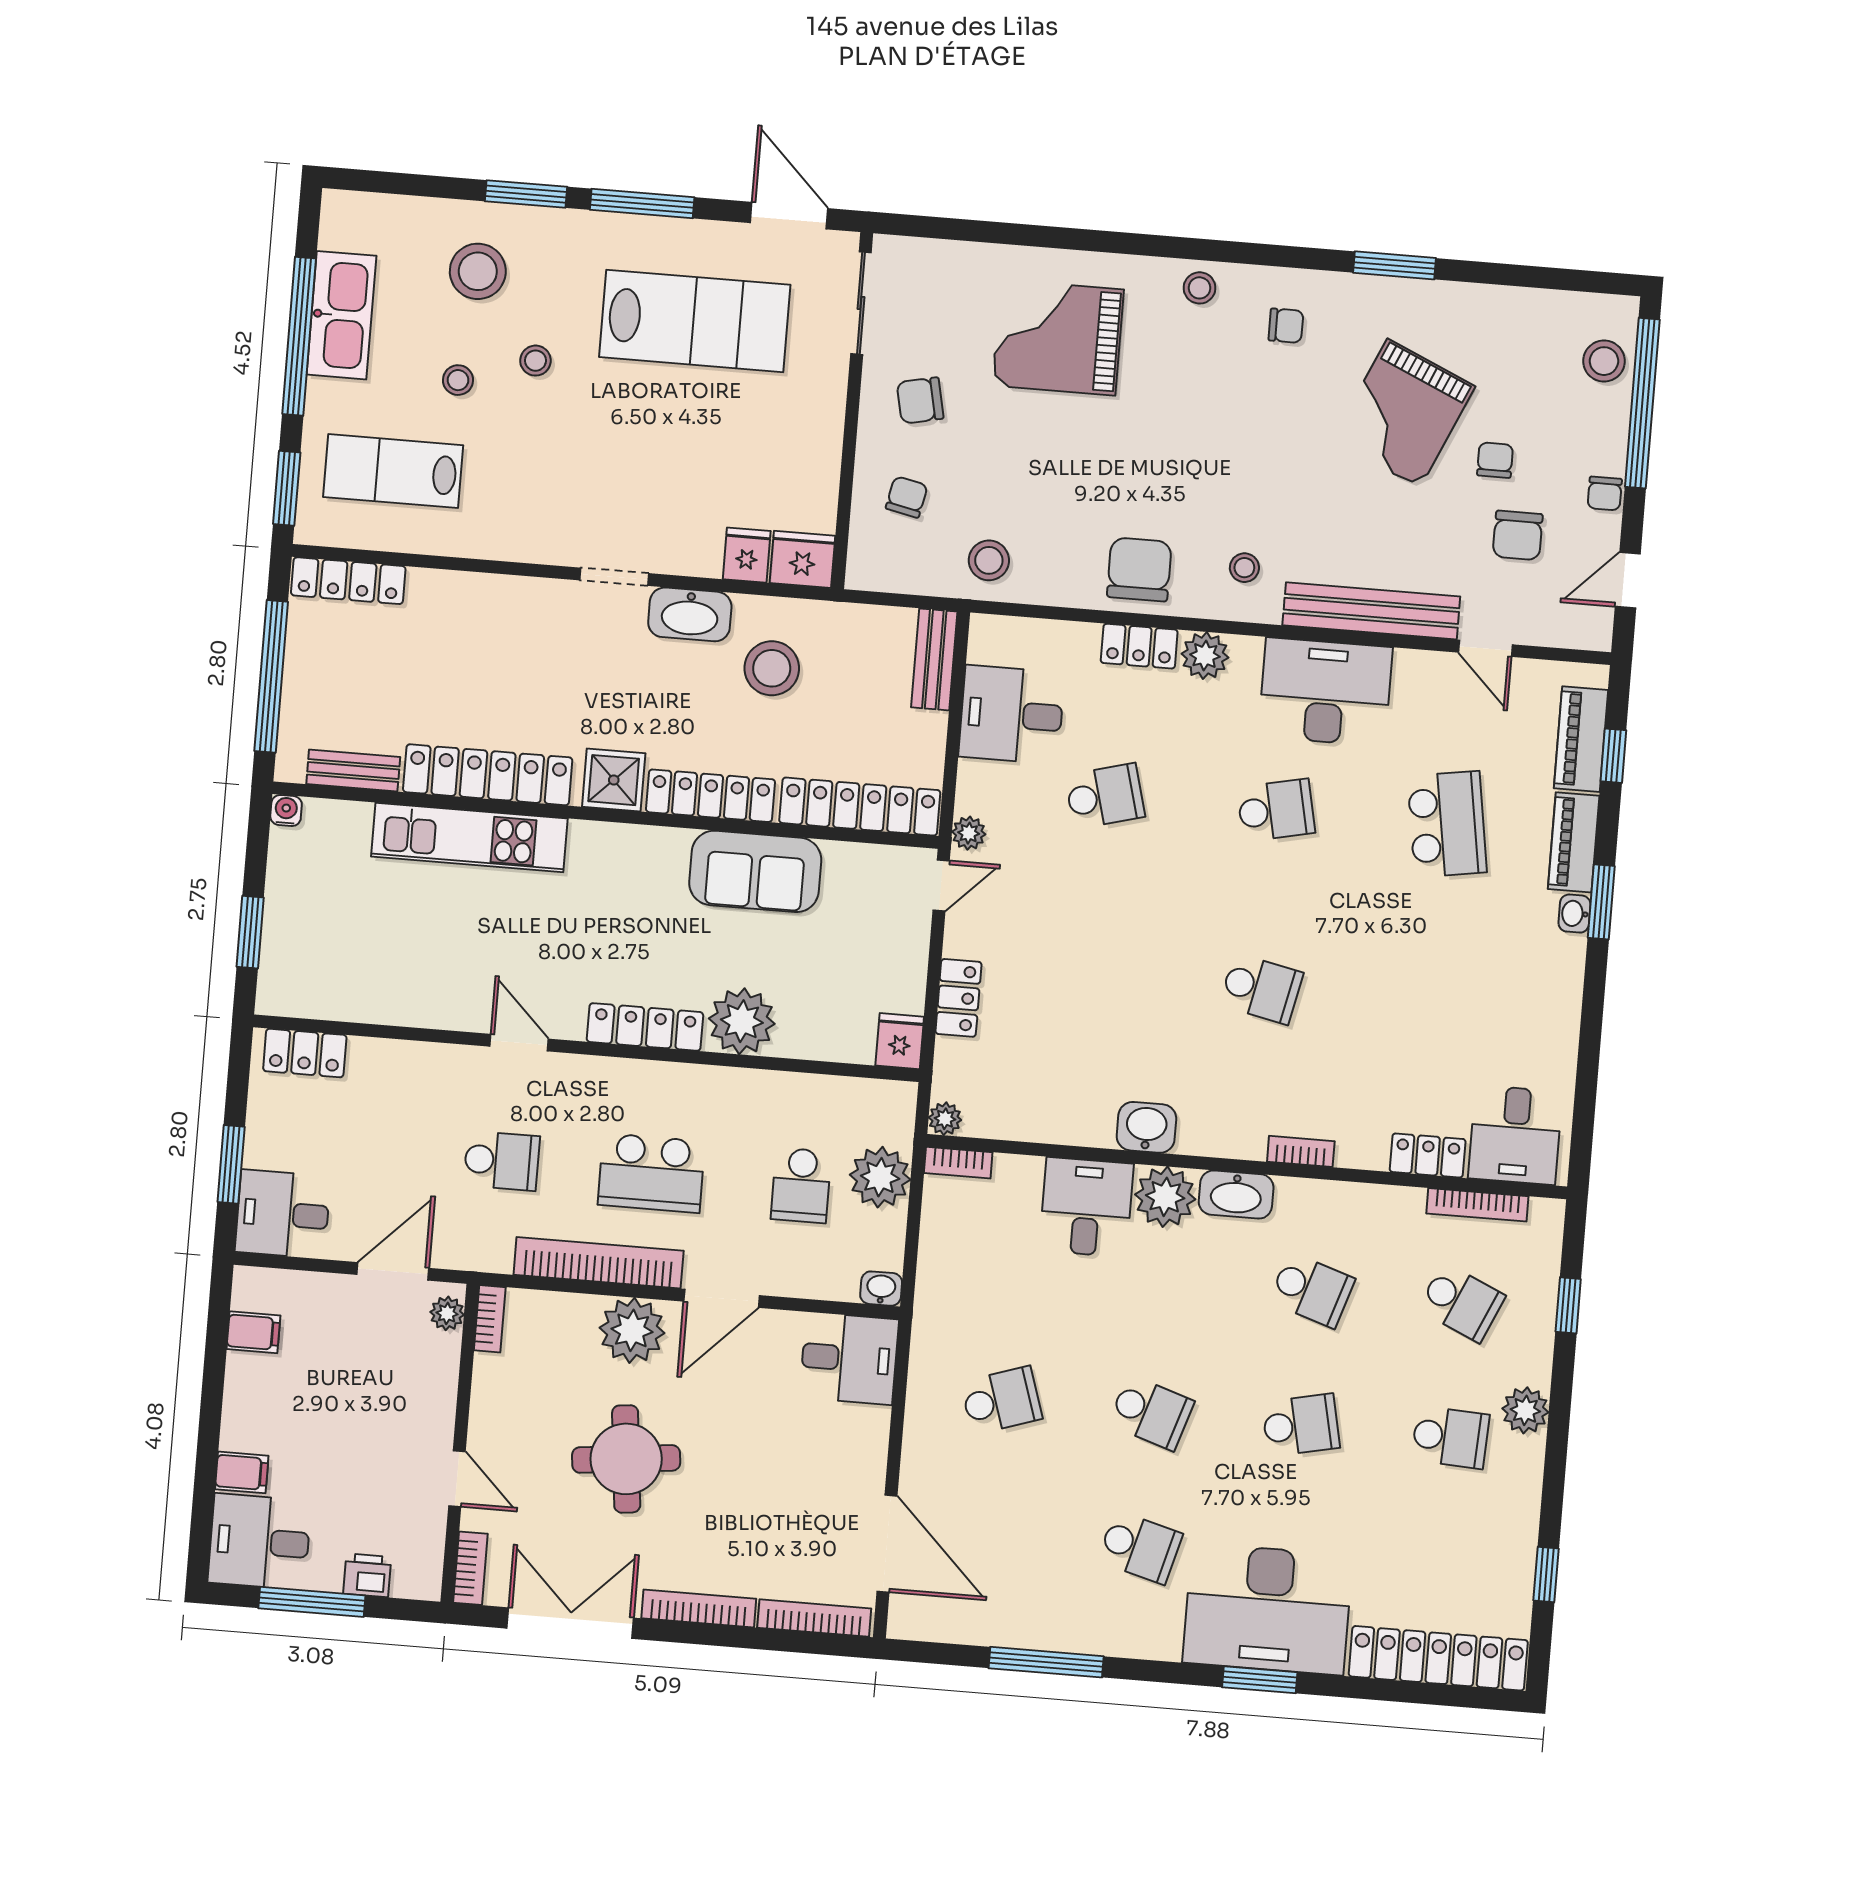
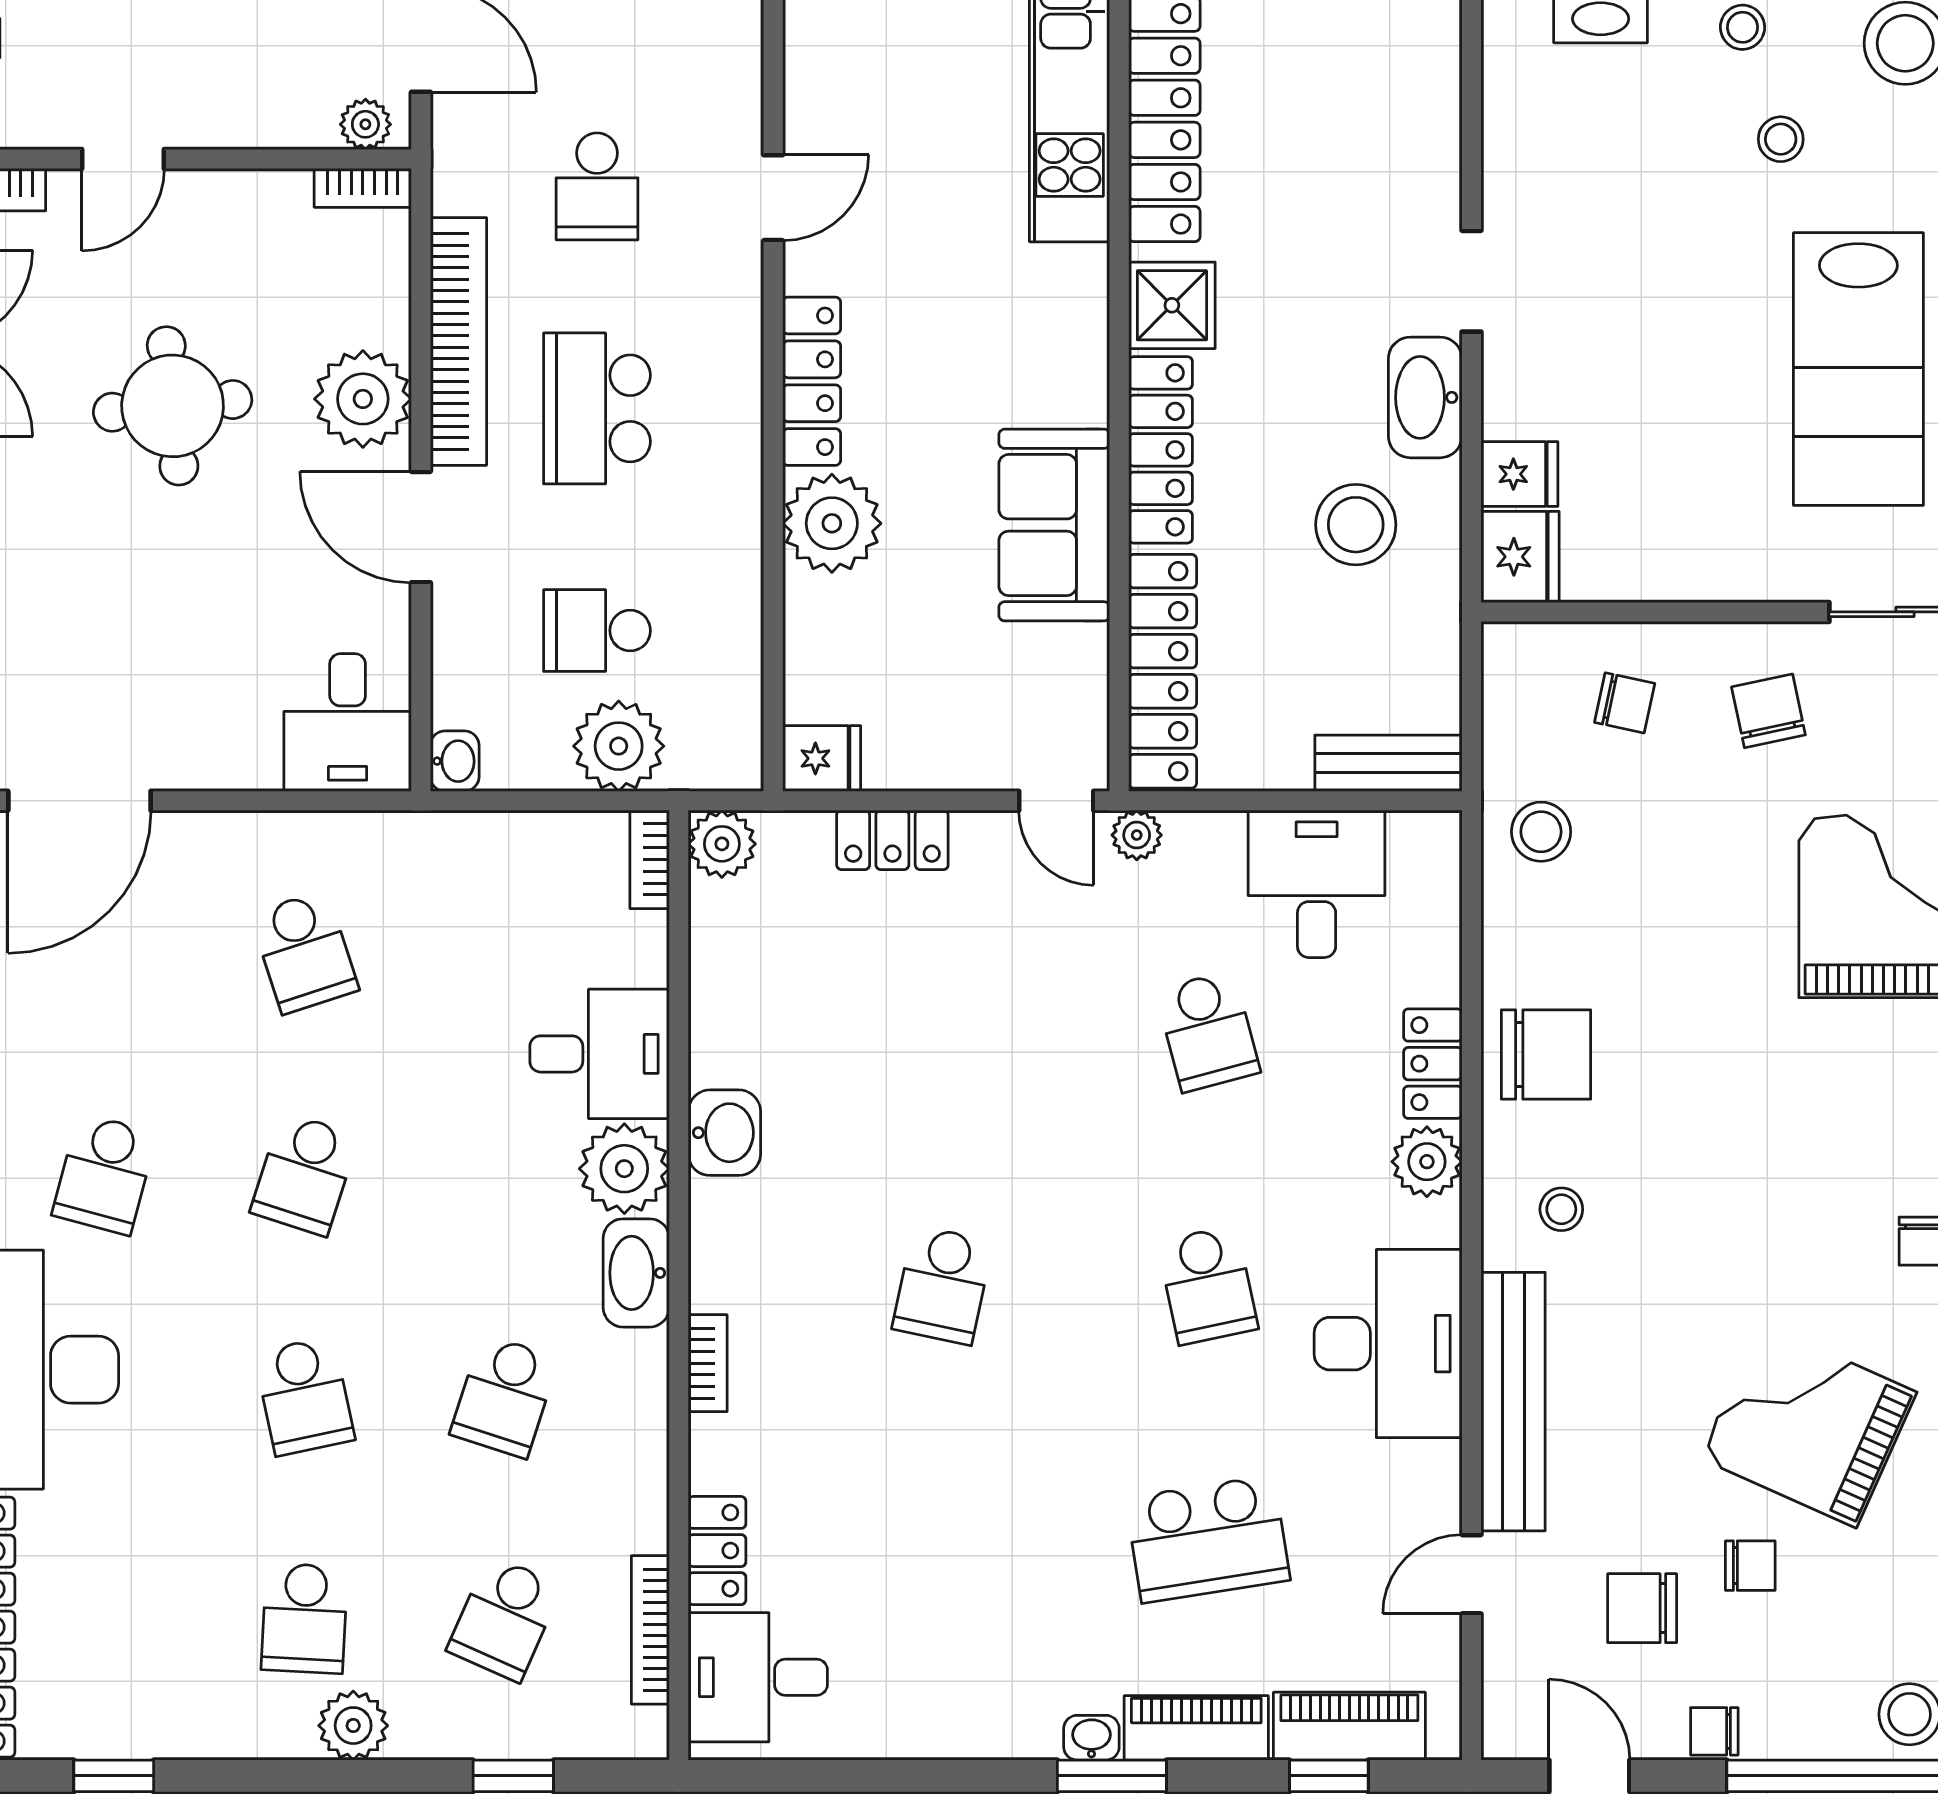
plant: (945, 1119) -> (722, 844), width x1.38, depth x1.38

